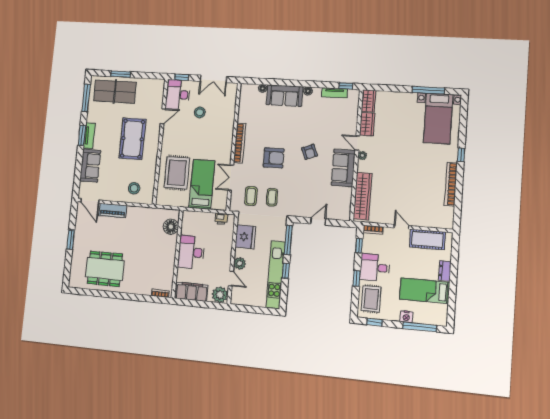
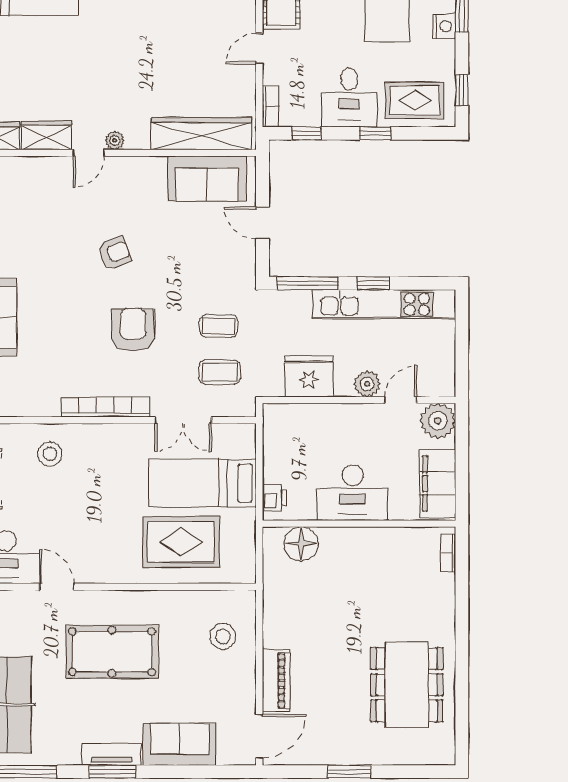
stool: (200, 112) -> (50, 454), moved
sofa: (343, 168) -> (207, 179), moved
printer: (221, 219) -> (274, 498), moved

